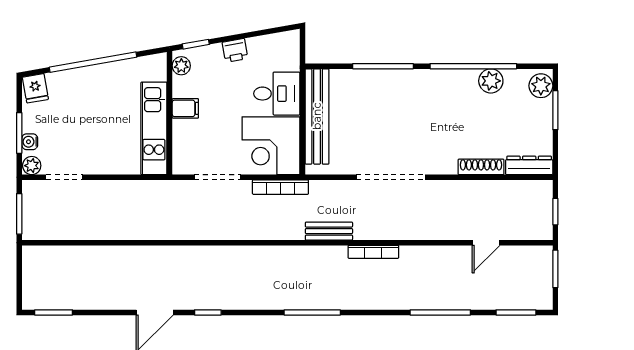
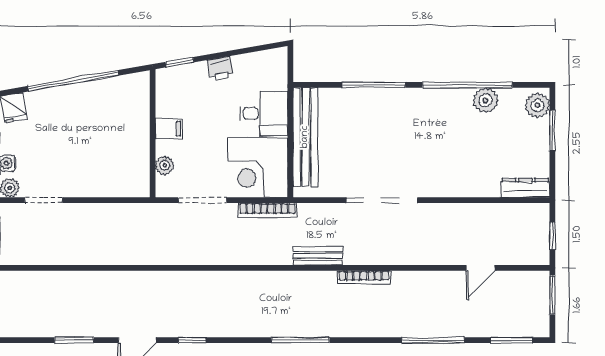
plant: (181, 66) -> (165, 165), moved
kitchen unit: (154, 128) -> (136, 149), removed
shoe rack: (481, 167) -> (475, 189), removed
window: (54, 312) -> (74, 340), moved

